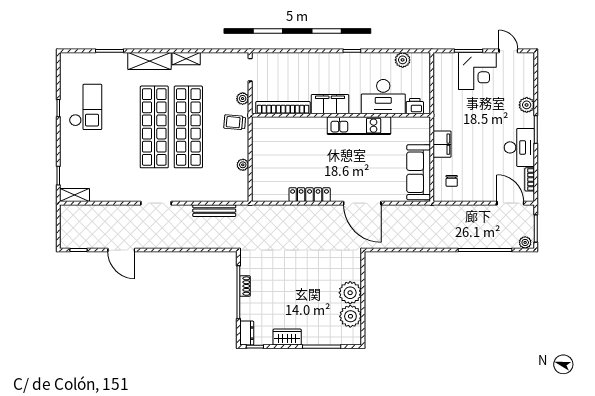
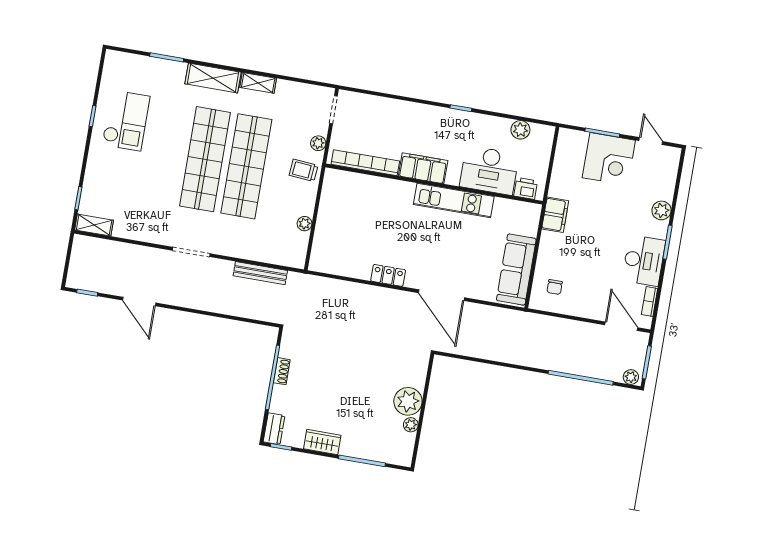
filing cabinet: (442, 144) -> (555, 215), moved
locker: (310, 195) -> (388, 275), width x0.66
plant: (350, 316) -> (411, 425), width x0.53, depth x0.53

